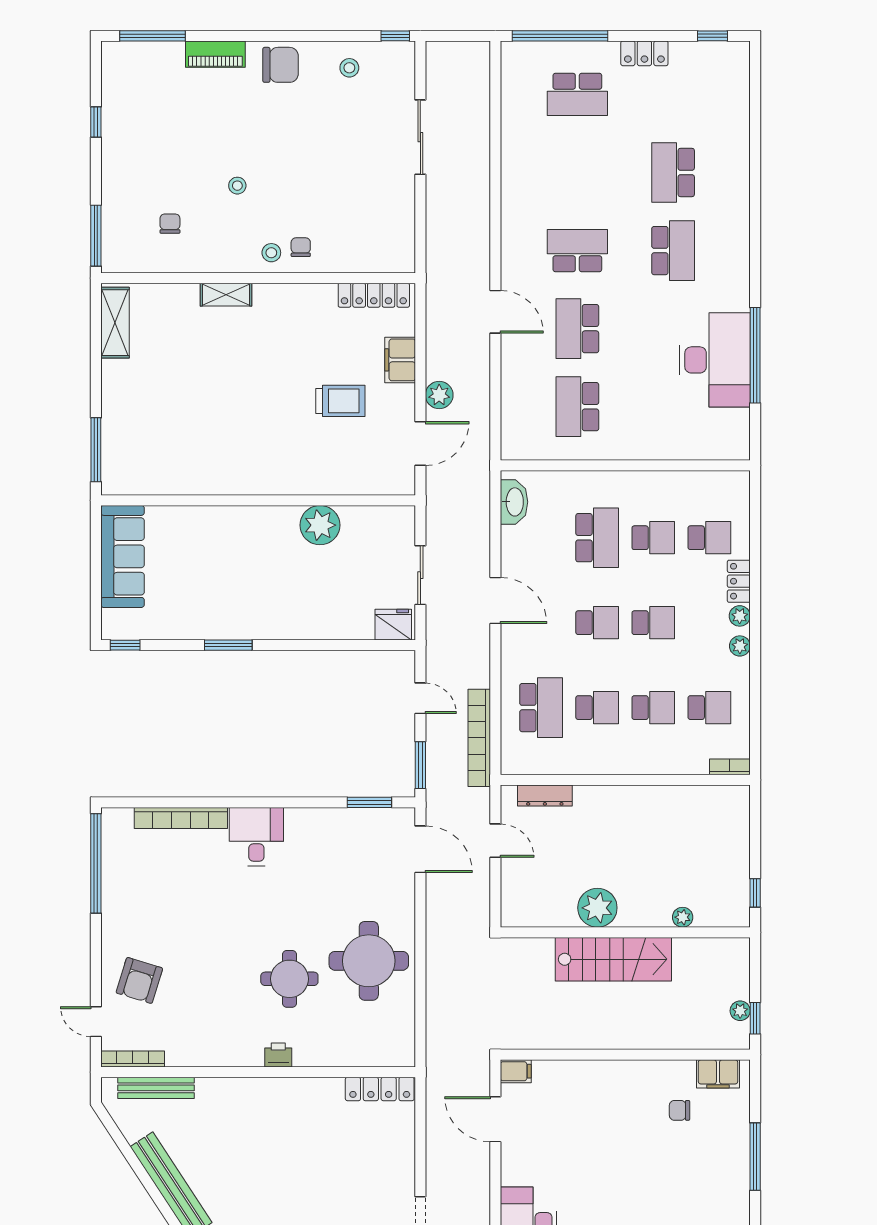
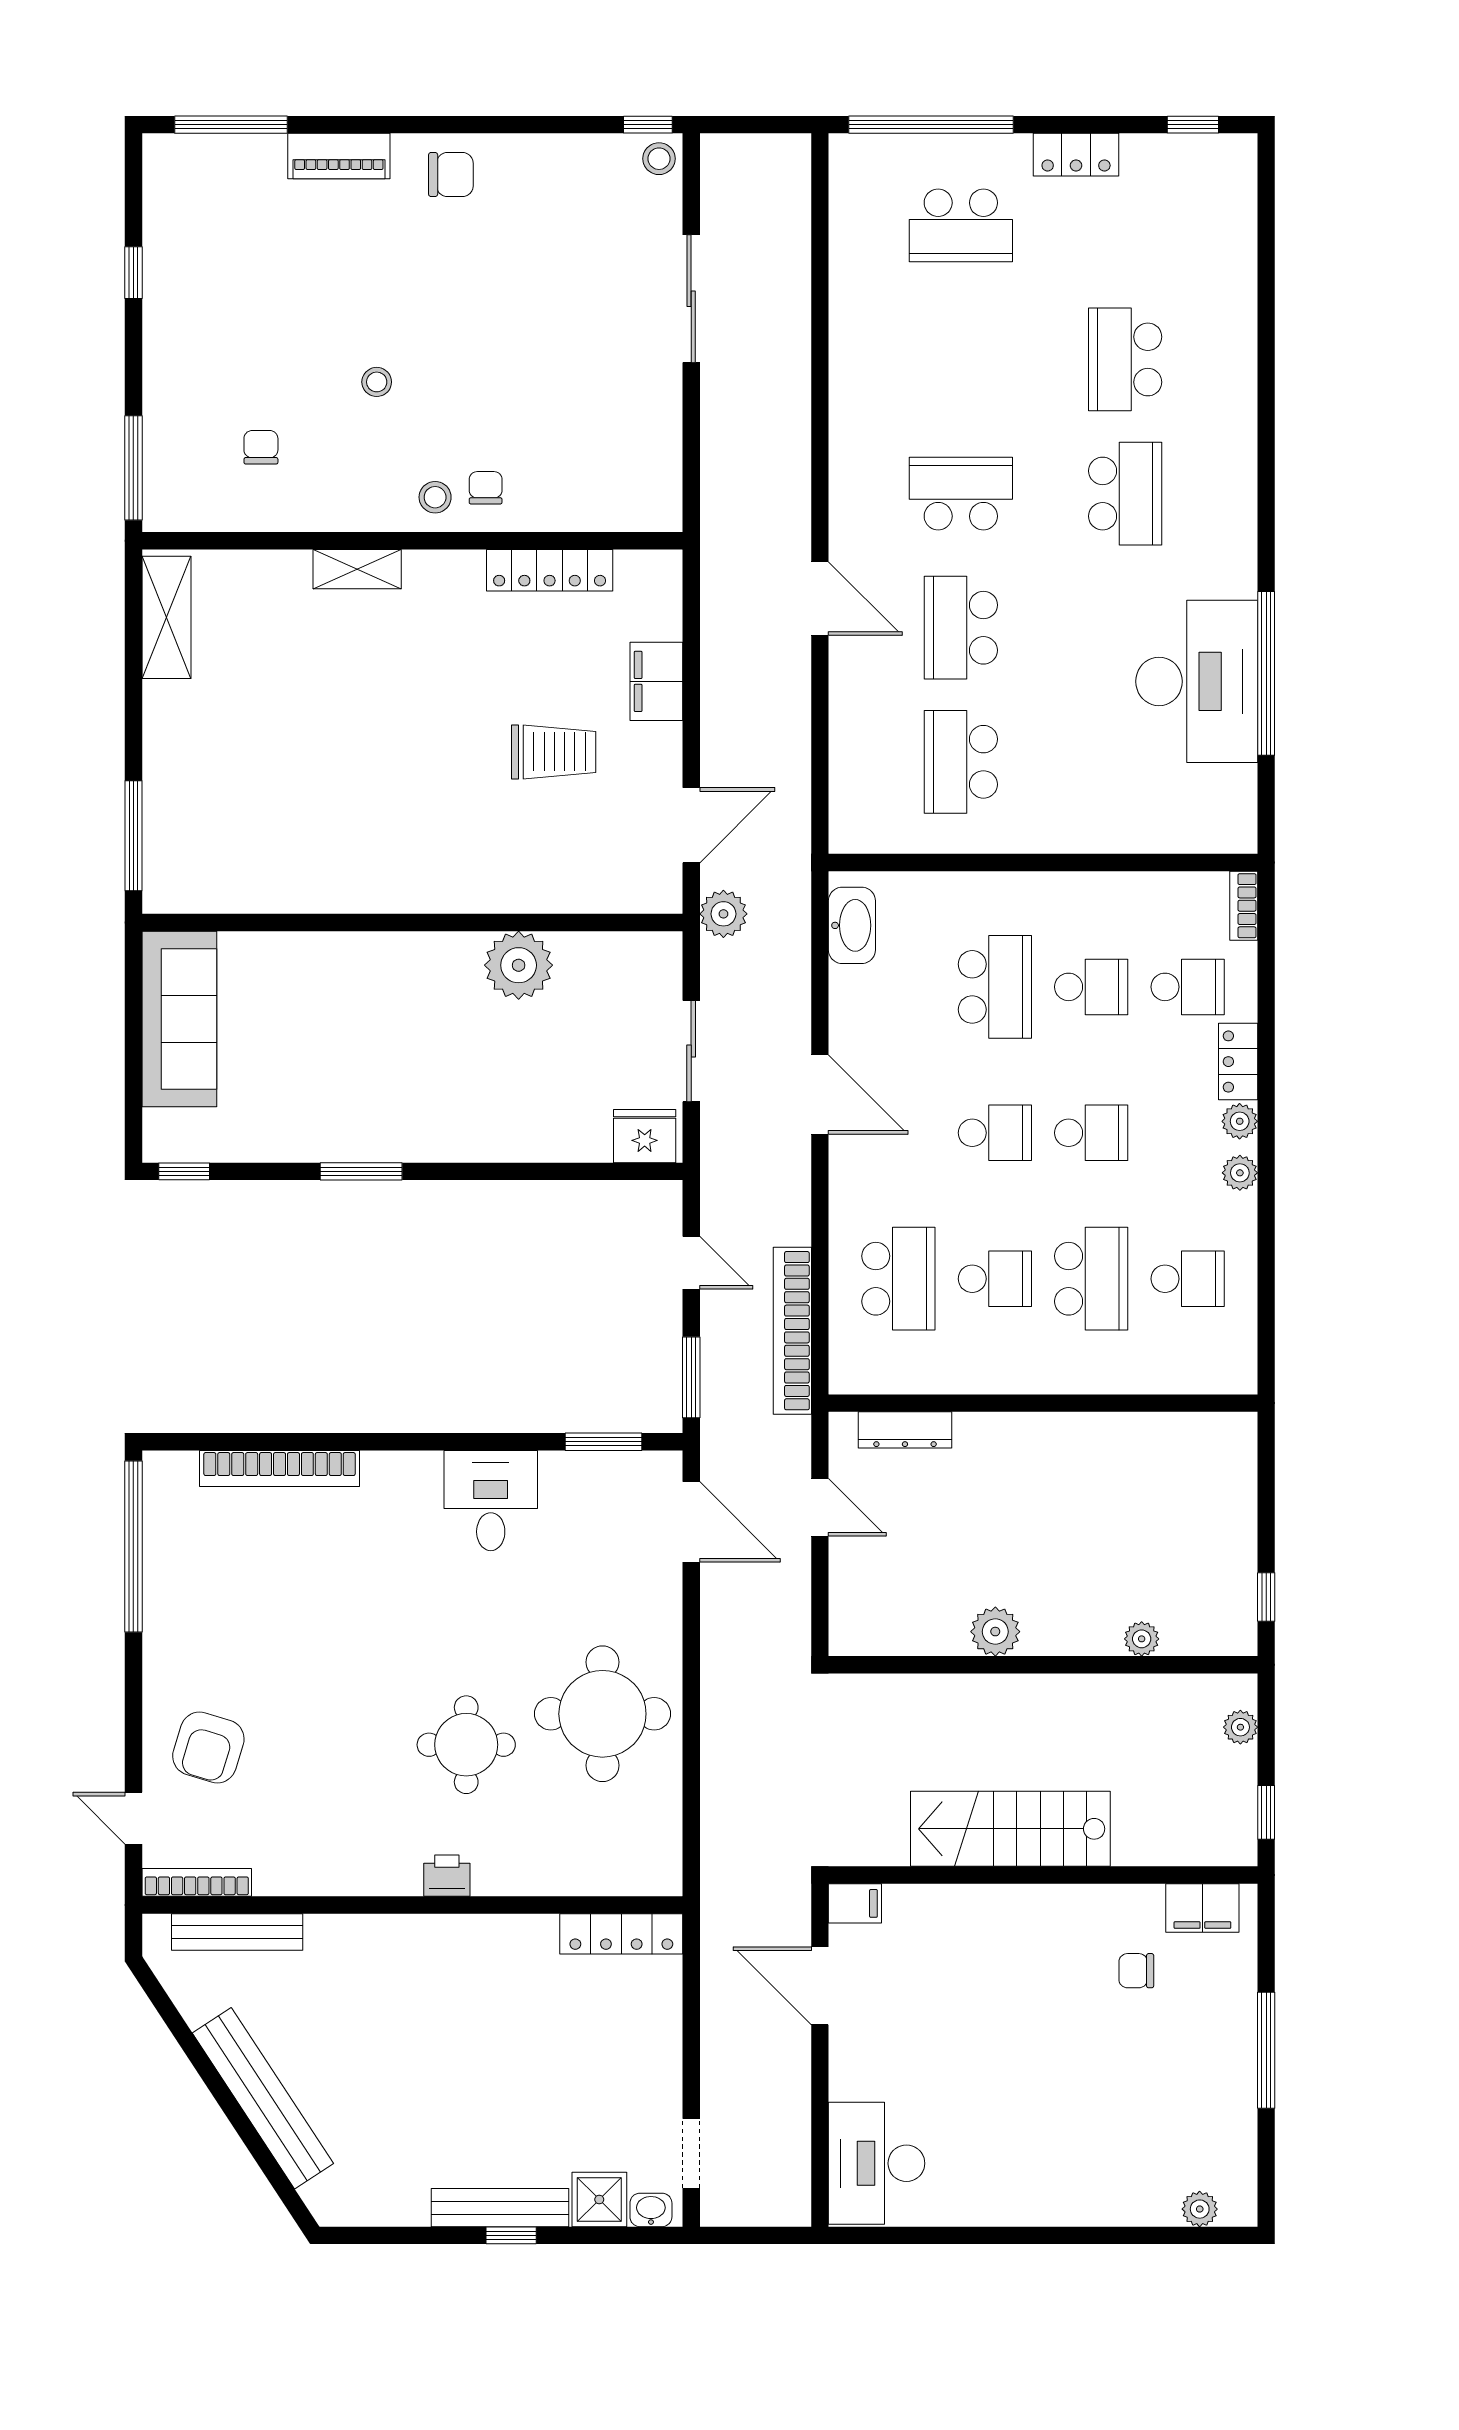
chair: (281, 65) -> (451, 175), width x0.73, depth x0.73
stool: (349, 68) -> (659, 159), moved
locker: (374, 295) -> (550, 570), moved
plant: (439, 395) -> (723, 914), moved
school desk: (653, 708) -> (1091, 1279), width x1.85
bookcase: (730, 767) -> (1244, 906), moved, turned -90
desk: (256, 837) -> (491, 1501), moved
plant: (597, 908) -> (995, 1632), width x0.73, depth x0.73
stairs: (613, 959) -> (1010, 1829), moved, turned 180
plant: (740, 1011) -> (1240, 1727), moved

